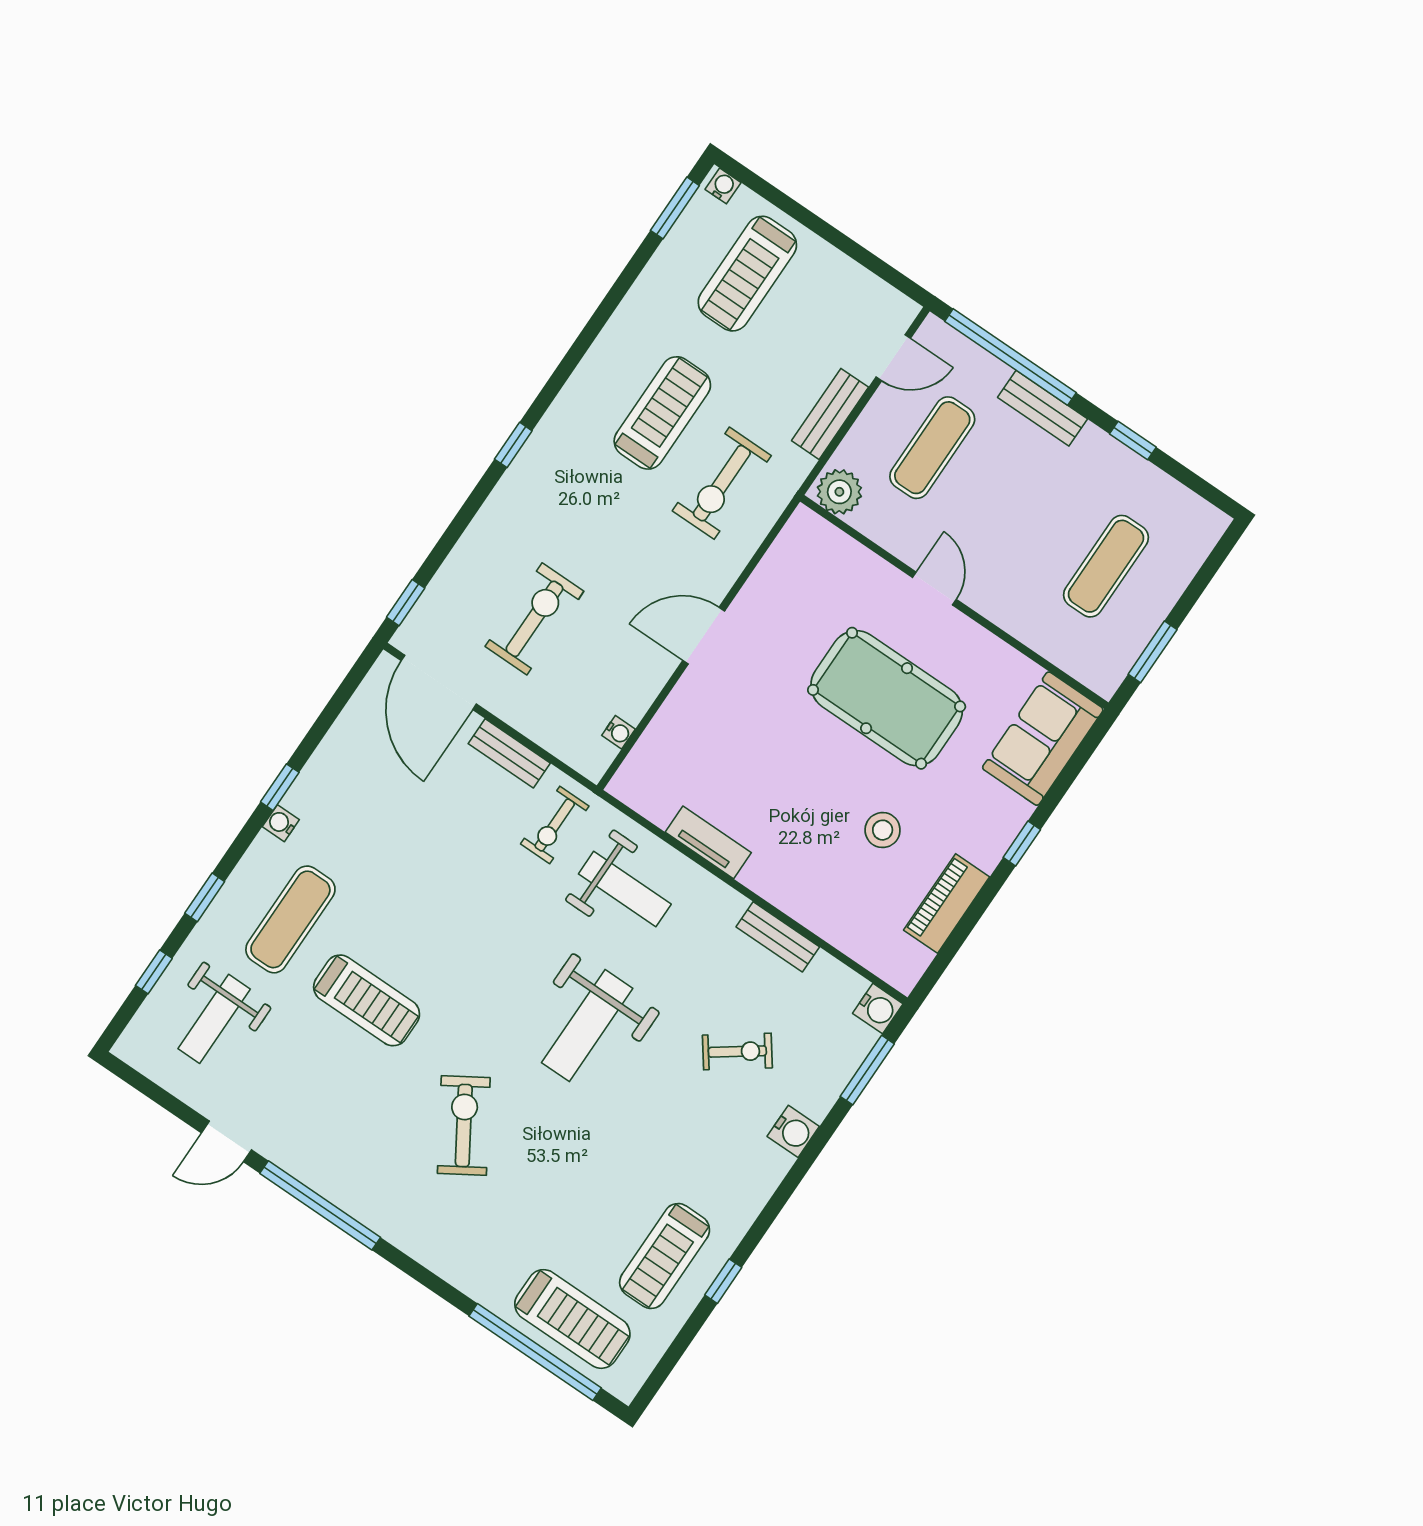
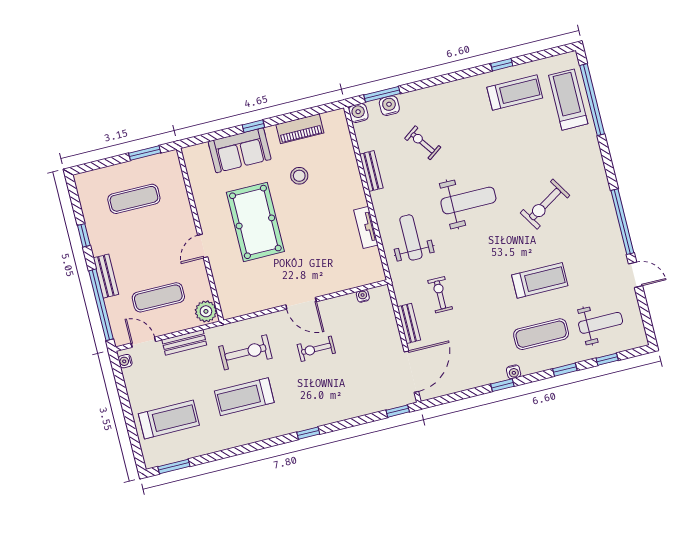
water cooler: (723, 186) -> (125, 361), moved
exercise bike: (534, 619) -> (316, 349), moved, width x0.73, depth x0.72
sofa: (1043, 739) -> (240, 150), moved
exercise bike: (555, 825) -> (440, 295), moved, turned -90
treadmill: (367, 1000) -> (540, 280), turned 90
water cooler: (793, 1131) -> (389, 106), moved

